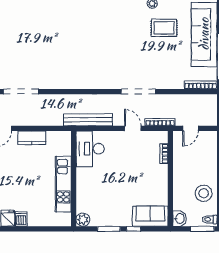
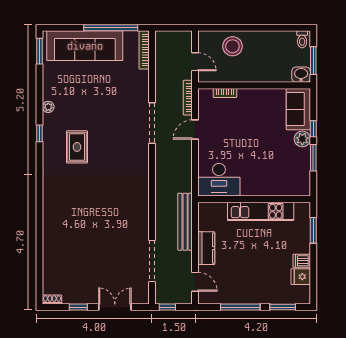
rug: (164, 28) -> (77, 147), moved
bench: (88, 120) -> (185, 222), moved
stool: (204, 193) -> (232, 46), moved
plant: (83, 220) -> (302, 139), moved
window: (47, 229) -> (313, 230), added
window: (202, 229) -> (313, 61), moved

